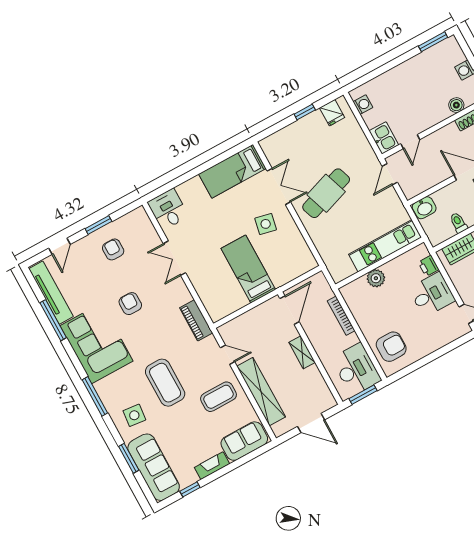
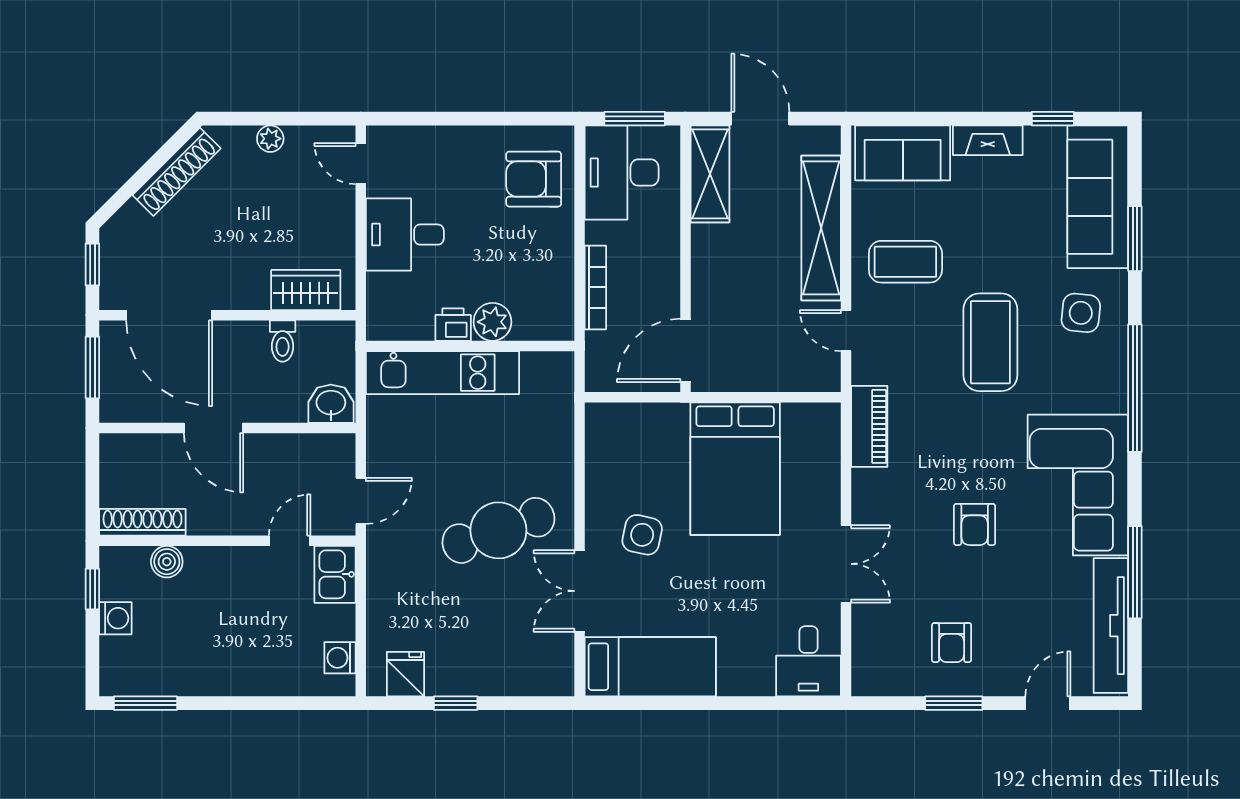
printer: (429, 266) -> (453, 325), moved, turned -90
bed: (248, 269) -> (735, 469), width x1.50
shelving: (302, 352) -> (710, 174), moved, width x1.50, depth x1.33
window: (95, 396) -> (1135, 388), width x1.46

